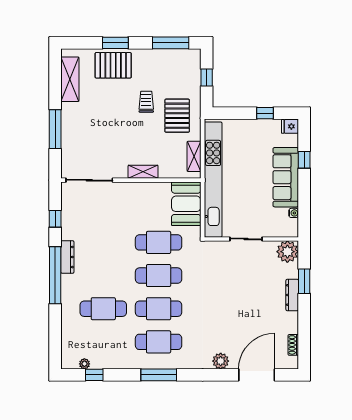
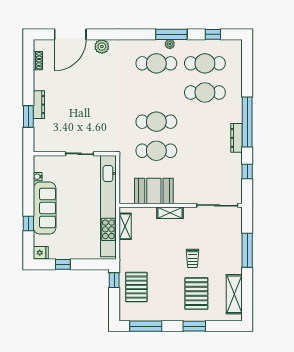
pallet: (113, 65) -> (196, 294), moved, turned 90
window: (207, 77) -> (114, 280), moved
trolley: (146, 102) -> (193, 258), moved
pallet: (177, 116) -> (136, 287), moved
booth: (186, 204) -> (154, 191), moved, turned 90
plant: (287, 252) -> (43, 143), removed
cafe table: (159, 309) -> (205, 63), moved
plant: (84, 364) -> (170, 44), moved
window: (159, 375) -> (171, 34), moved

